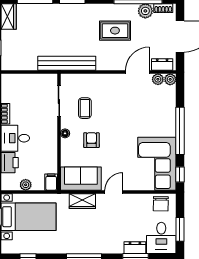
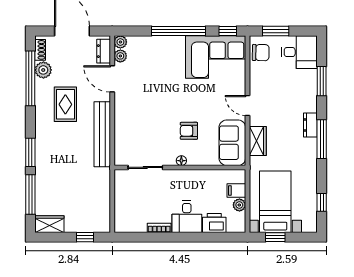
bench: (67, 63) -> (102, 134), moved
coffee table: (85, 108) -> (153, 138), removed
filing cabinet: (51, 182) -> (236, 190), moved
window: (180, 229) -> (276, 31), moved
dresser: (135, 248) -> (310, 125), moved

